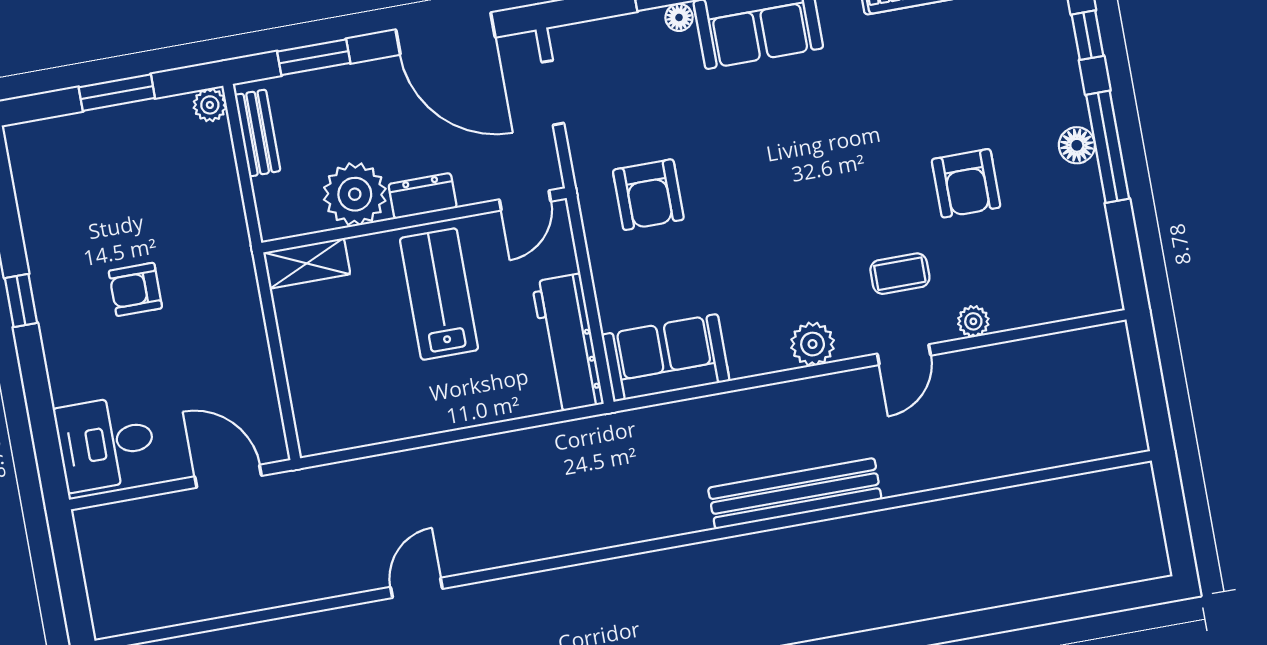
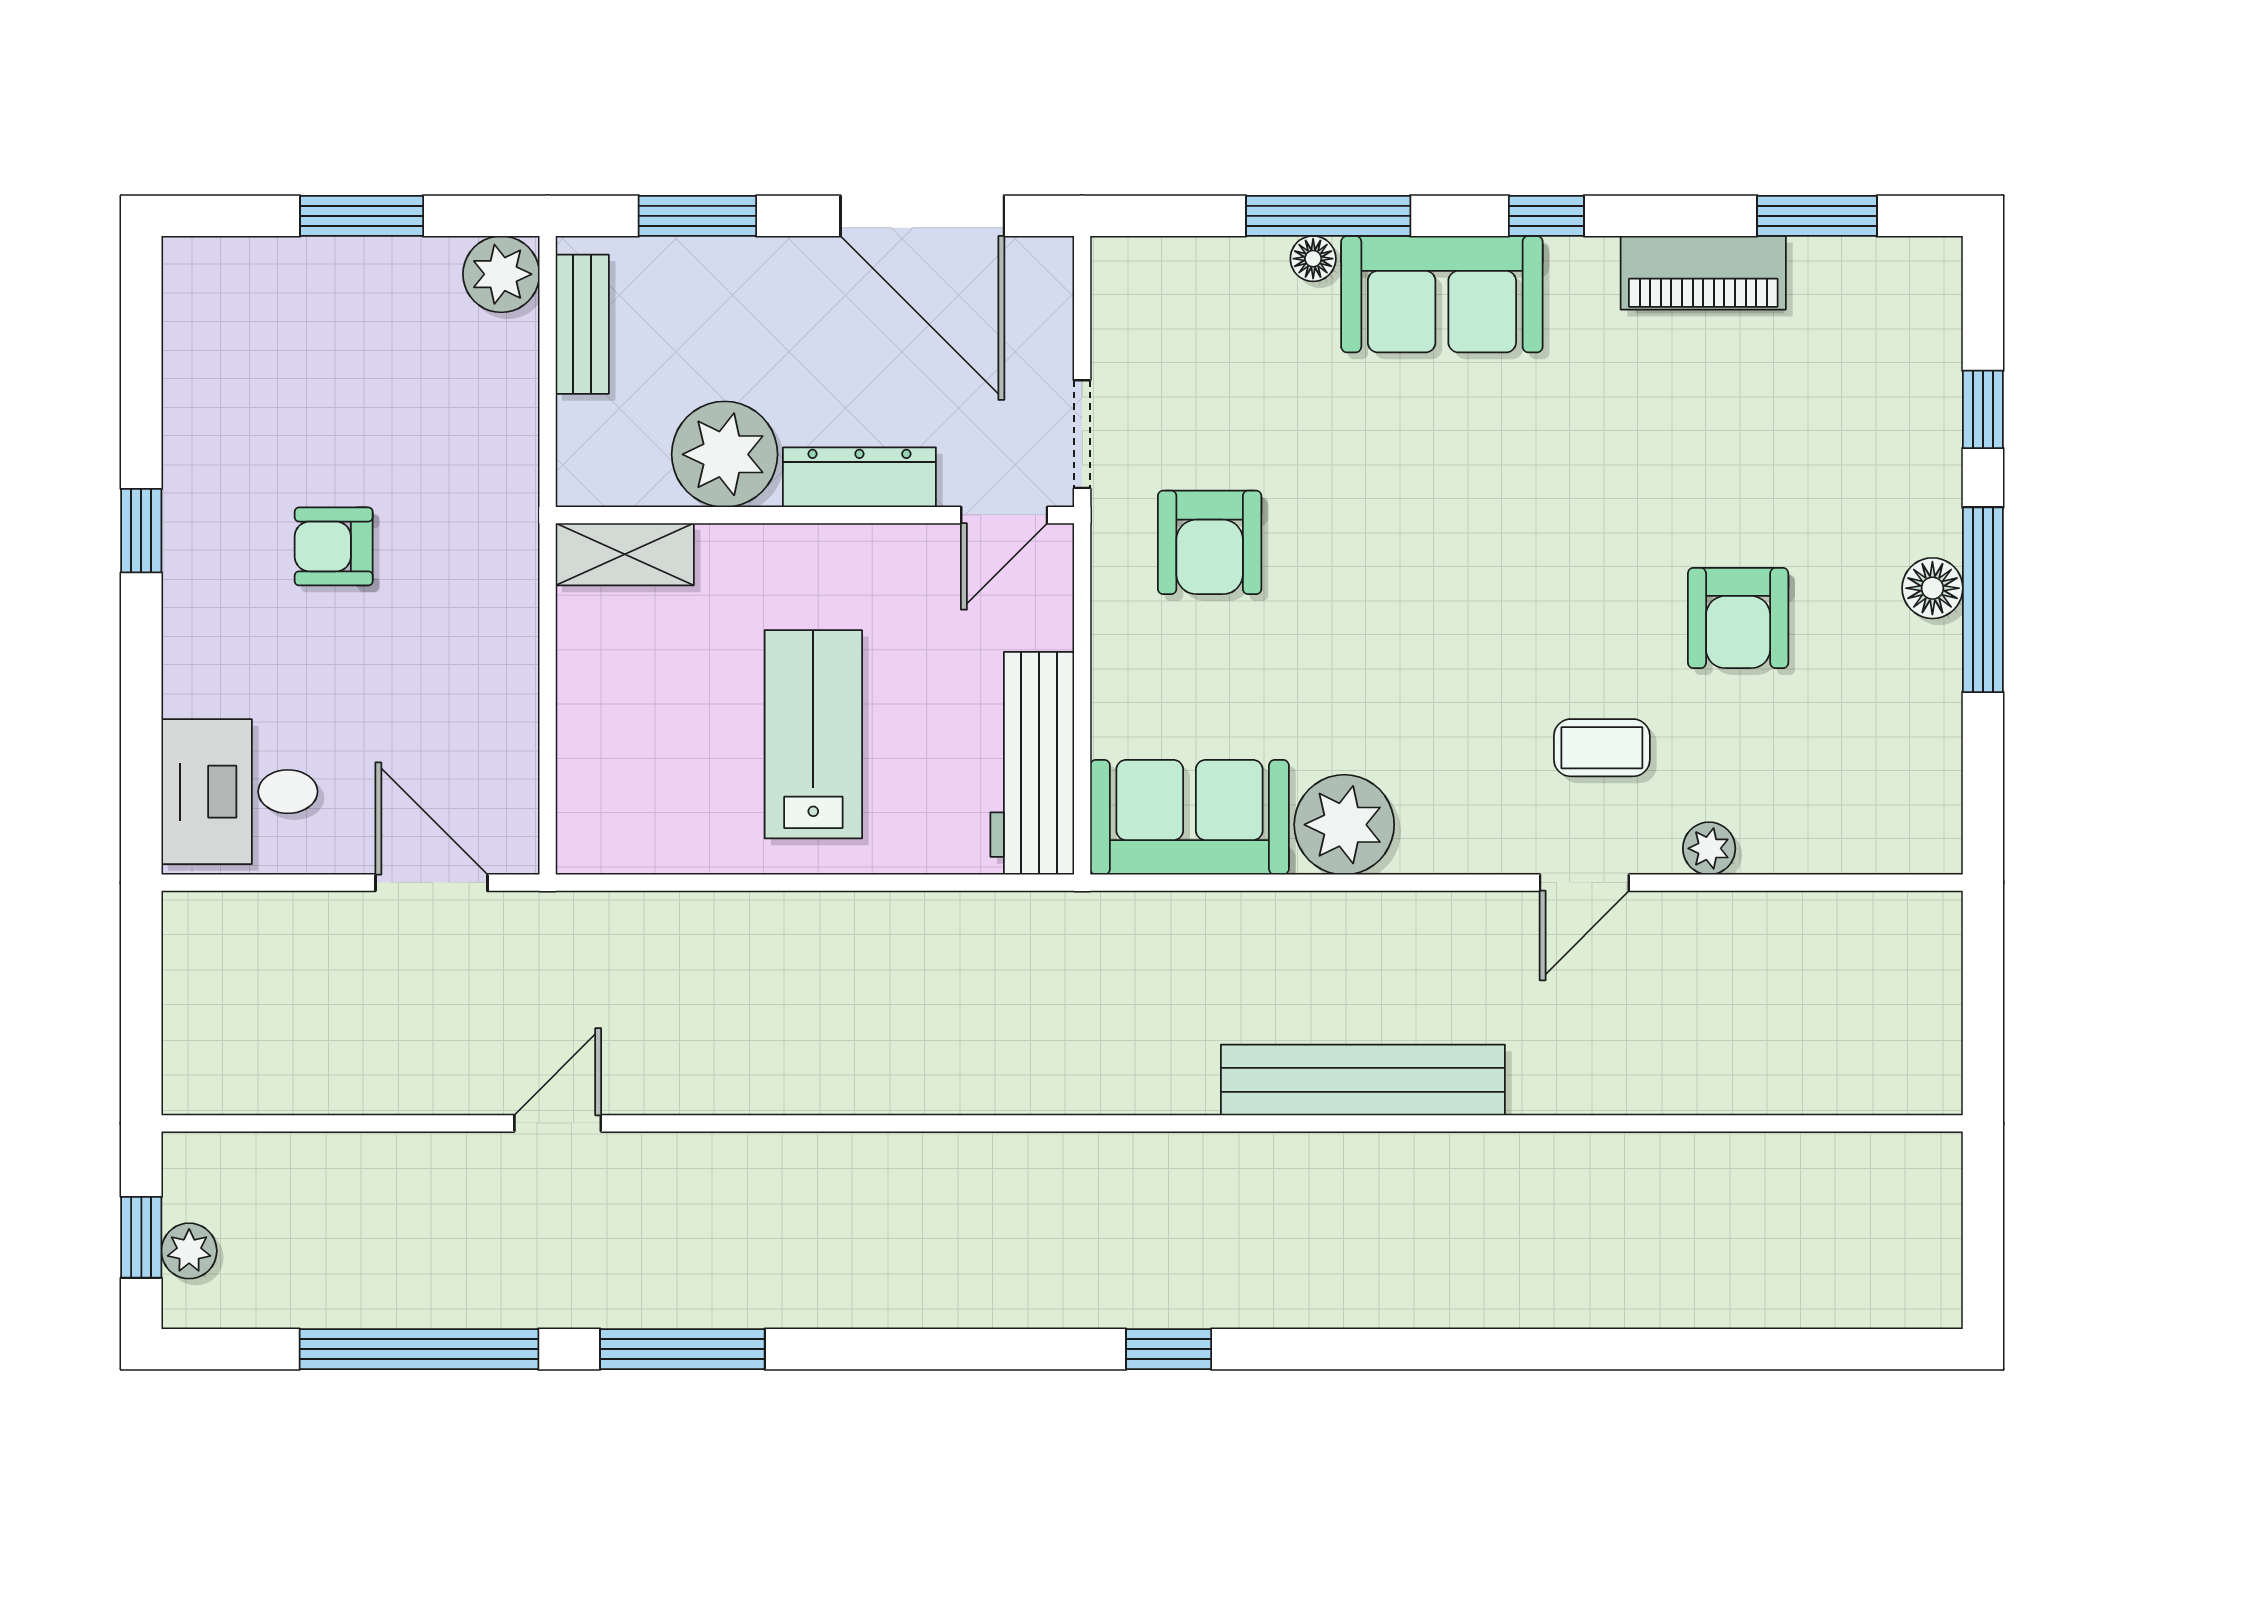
doorway: (553, 93) -> (1082, 434), moved
plant: (210, 105) -> (501, 274), width x1.38, depth x1.38
dresser: (423, 196) -> (859, 477), width x1.44
lab bench: (439, 294) -> (813, 734), moved
plant: (813, 344) -> (1344, 825), moved, width x1.36, depth x1.36
door: (416, 588) -> (558, 1123), moved

